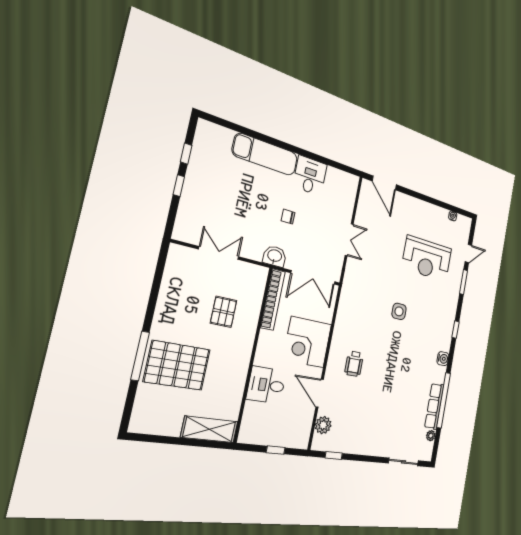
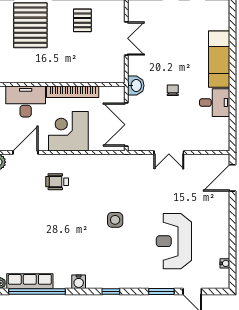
bookcase: (273, 299) -> (73, 92), moved
pallet: (224, 312) -> (82, 20), moved, turned 90
desk: (266, 385) -> (26, 101), width x1.37

